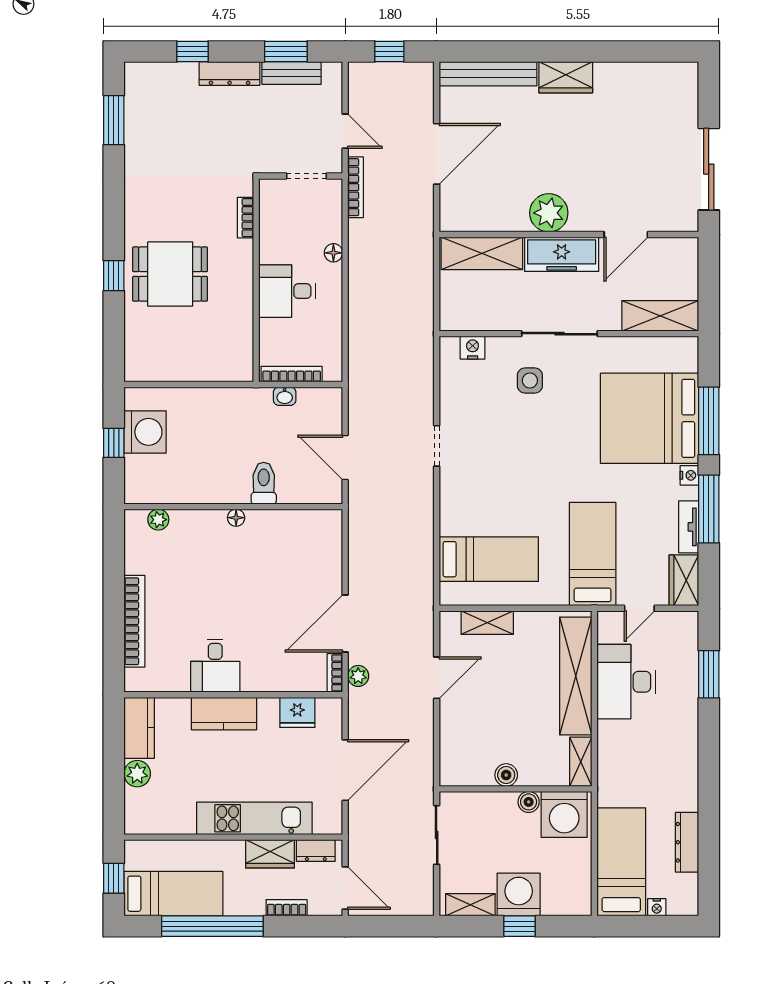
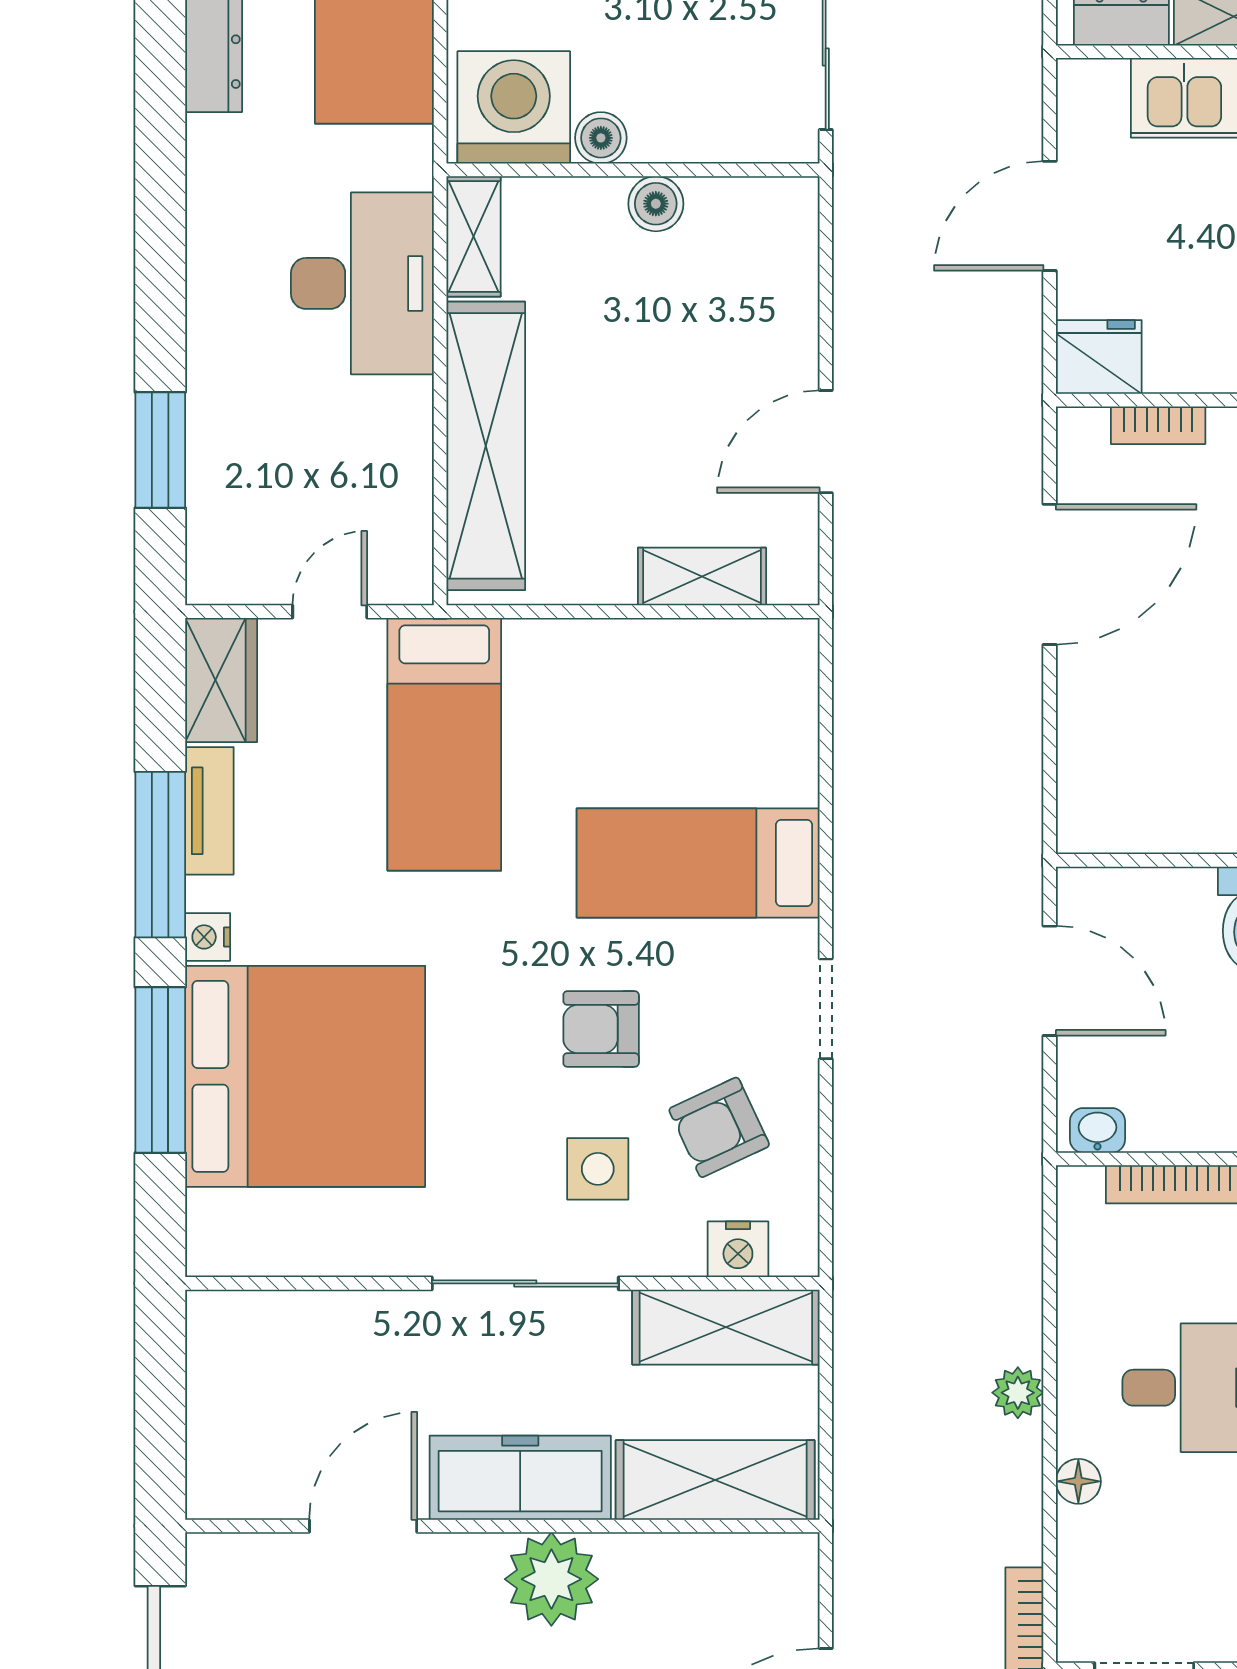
shelving: (660, 316) -> (726, 1327), moved
washbasin: (285, 396) -> (1097, 1130), moved
armchair: (480, 397) -> (719, 1127), added
armchair: (529, 438) -> (601, 1029), added
bed: (489, 559) -> (698, 863), moved
bookcase: (335, 673) -> (1158, 425), moved, turned 90
plant: (358, 676) -> (1018, 1393), moved
desk: (626, 682) -> (362, 283), moved
fridge: (297, 712) -> (1099, 357), moved
door: (345, 770) -> (1050, 216), width x0.73

